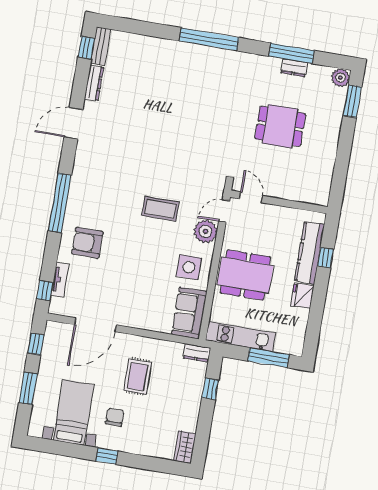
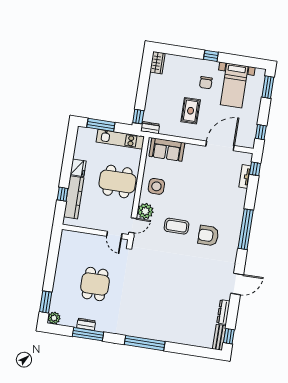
dining table: (280, 126) -> (95, 284), turned 90
armchair: (87, 243) -> (208, 236), moved, turned 180
sofa: (189, 313) -> (167, 150), moved, turned 90
window: (28, 388) -> (268, 87), moved
window: (210, 389) -> (138, 117), moved

